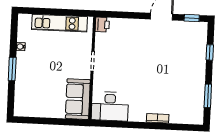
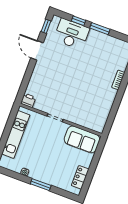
window: (208, 96) -> (100, 29), moved
desk: (110, 106) -> (72, 34), moved, turned -90
locker: (35, 111) -> (80, 177), added

